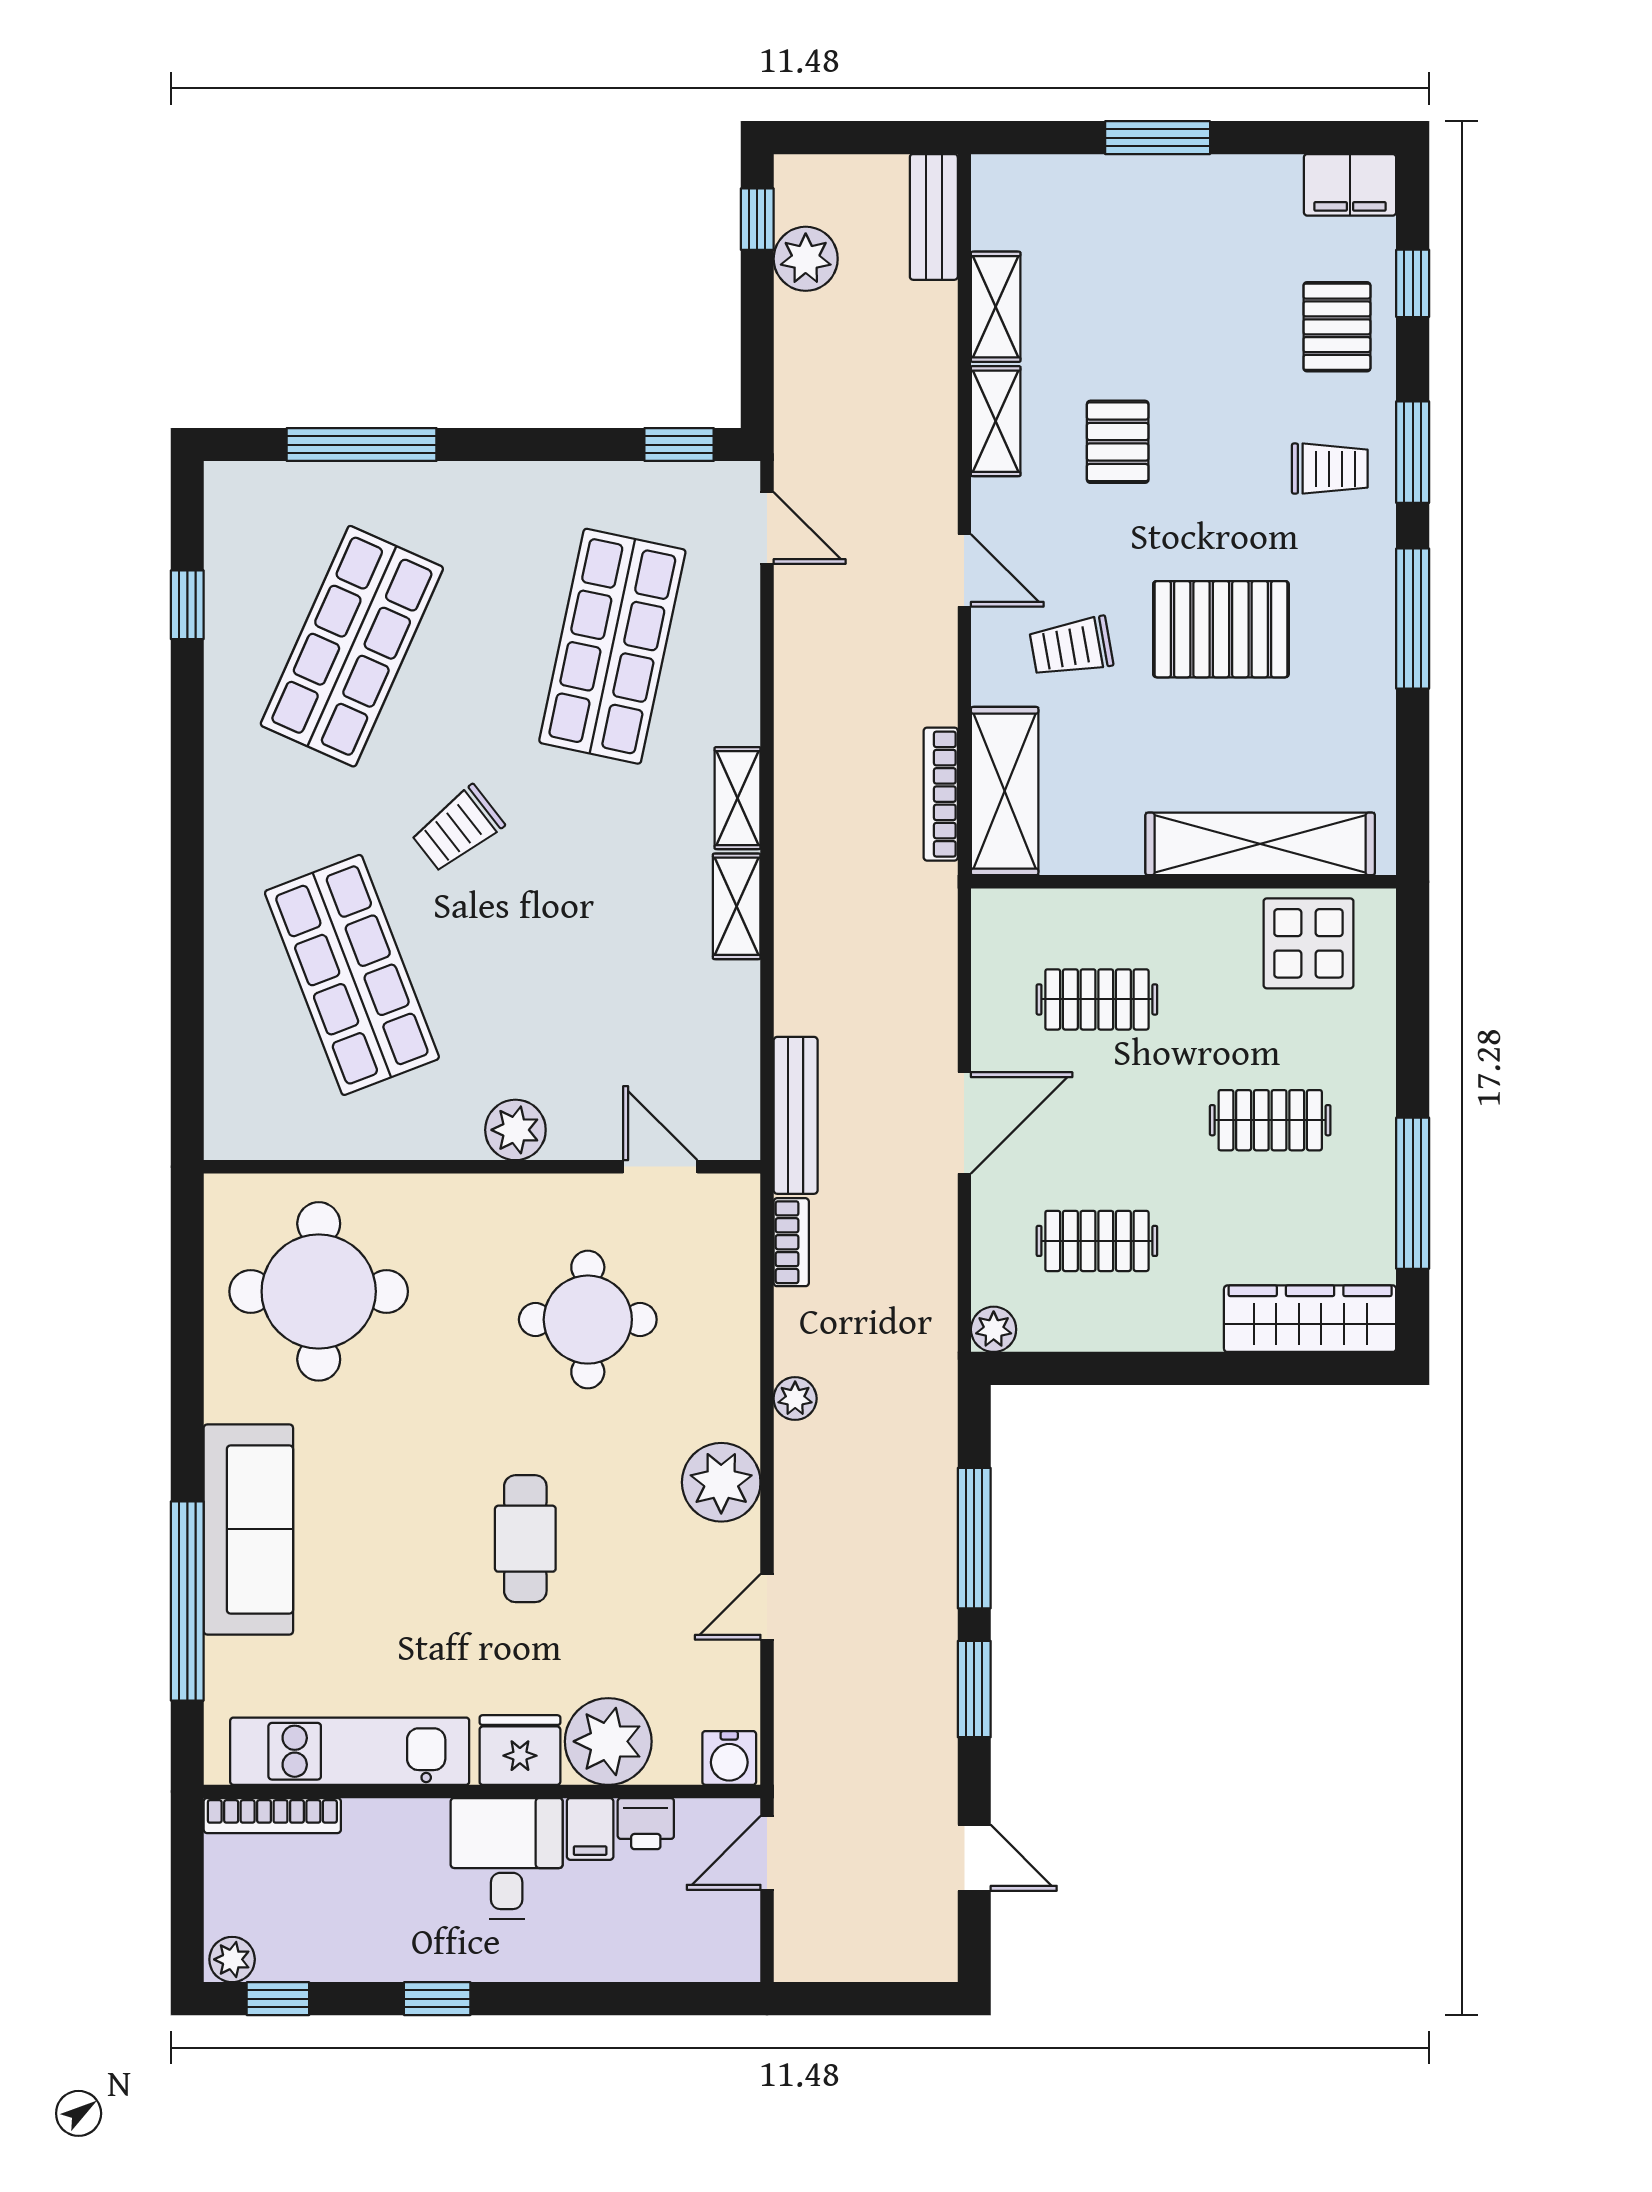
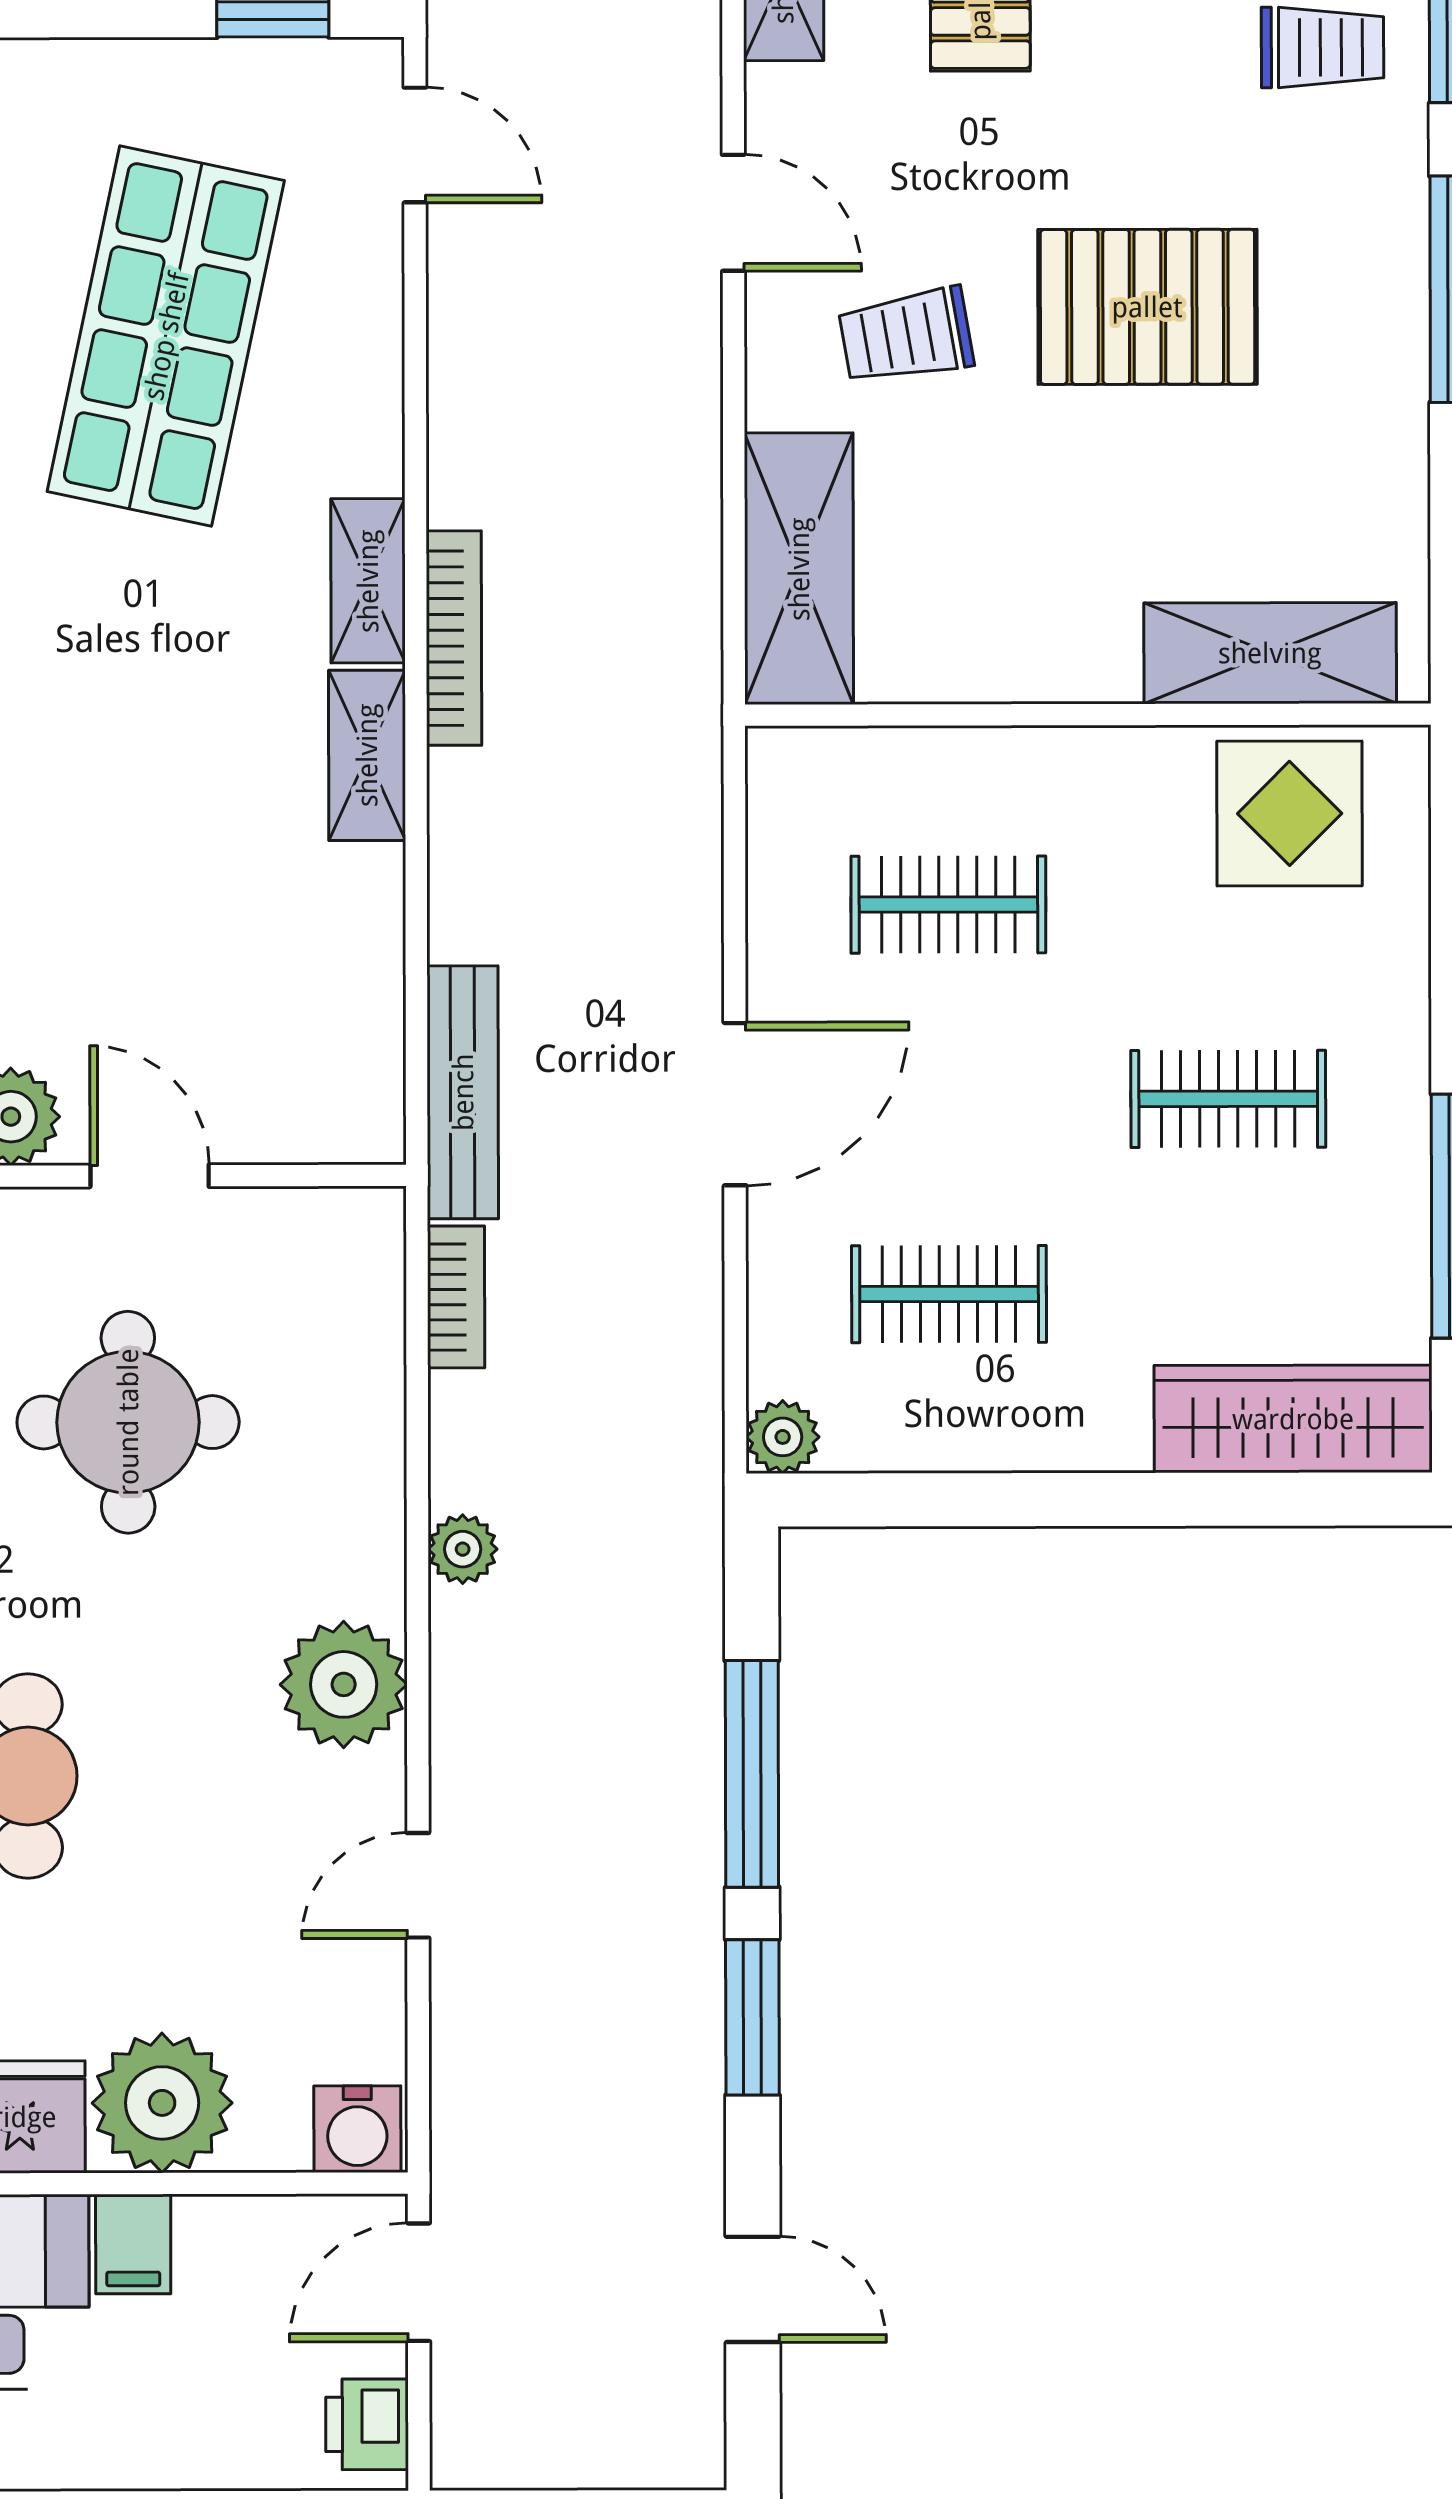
bookcase: (941, 794) -> (454, 638), moved, turned 180
shelving: (1260, 844) -> (1270, 653), width x0.68
door: (660, 1167) -> (150, 1176), moved
printer: (646, 1824) -> (367, 2424), moved, turned 90

